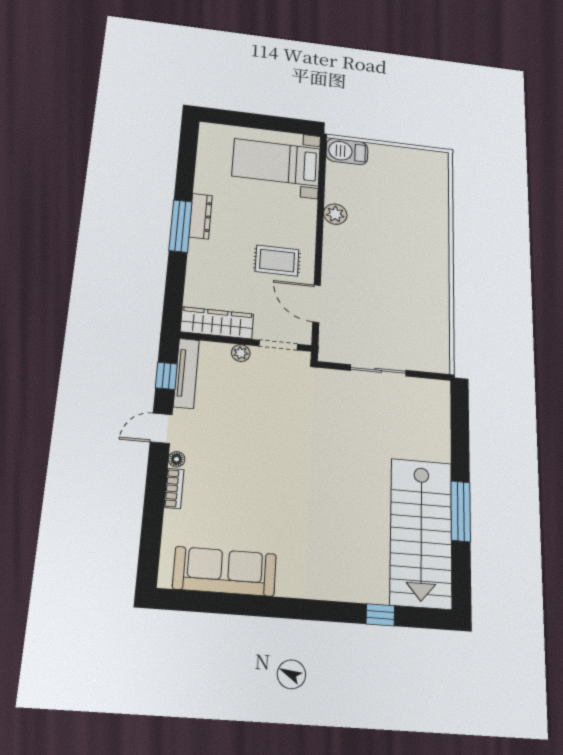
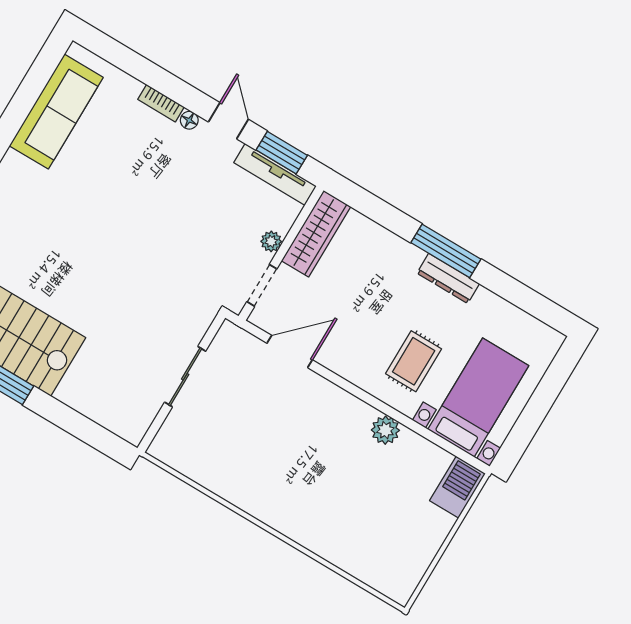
rug: (277, 261) -> (414, 361), moved
window: (166, 376) -> (282, 153), width x1.50

